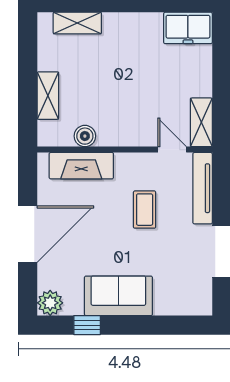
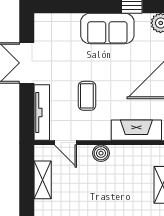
shelving: (201, 122) -> (43, 180), moved
boiler: (85, 136) -> (101, 153), moved

